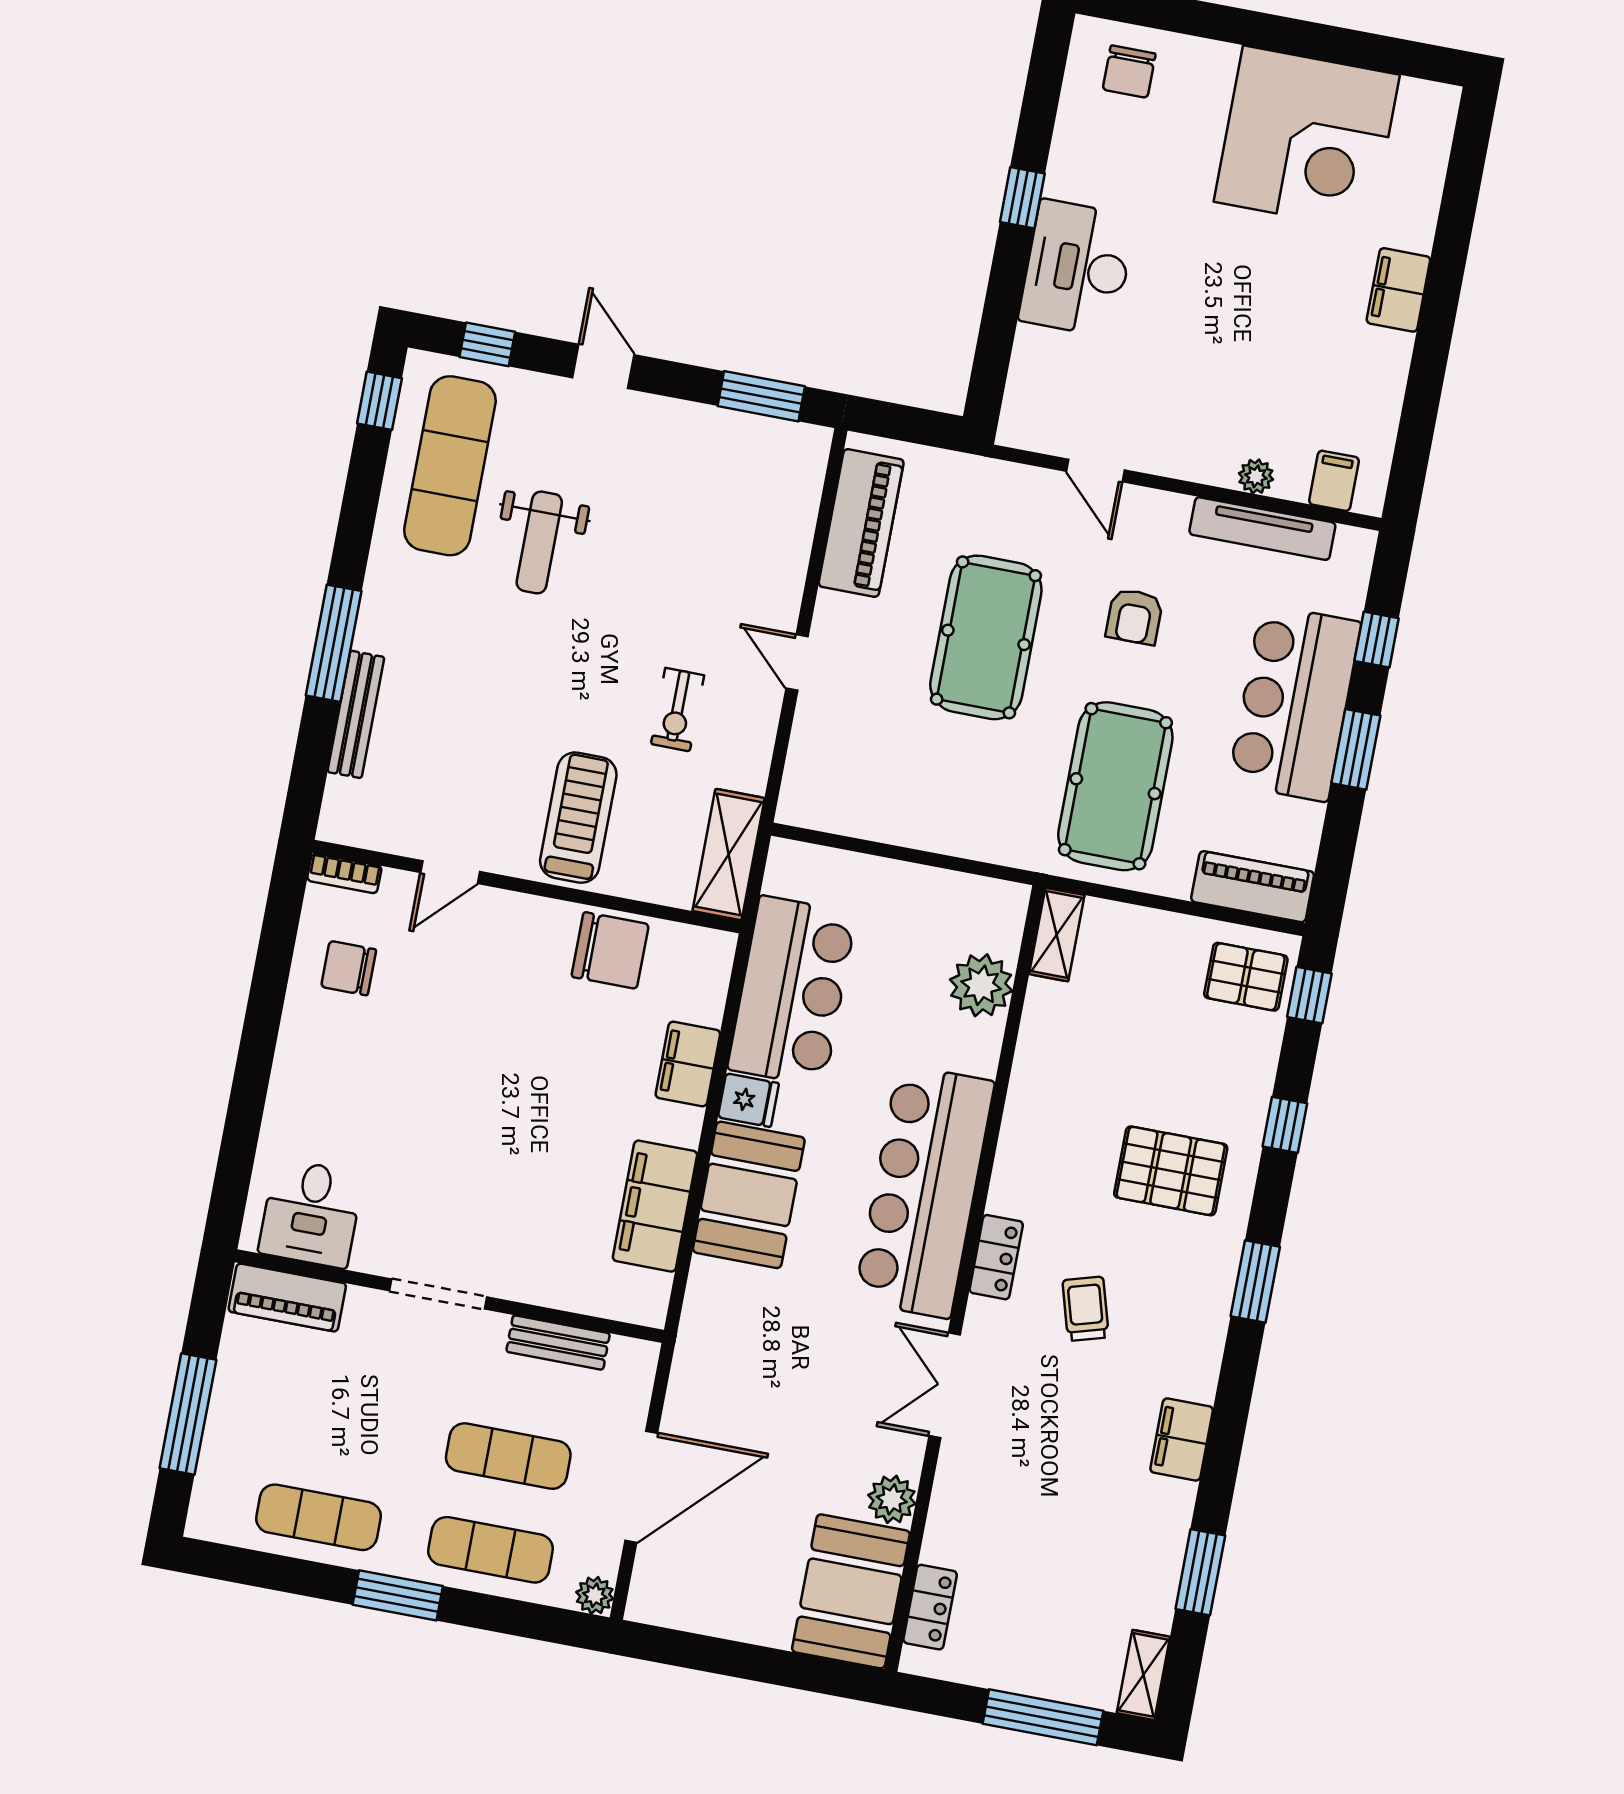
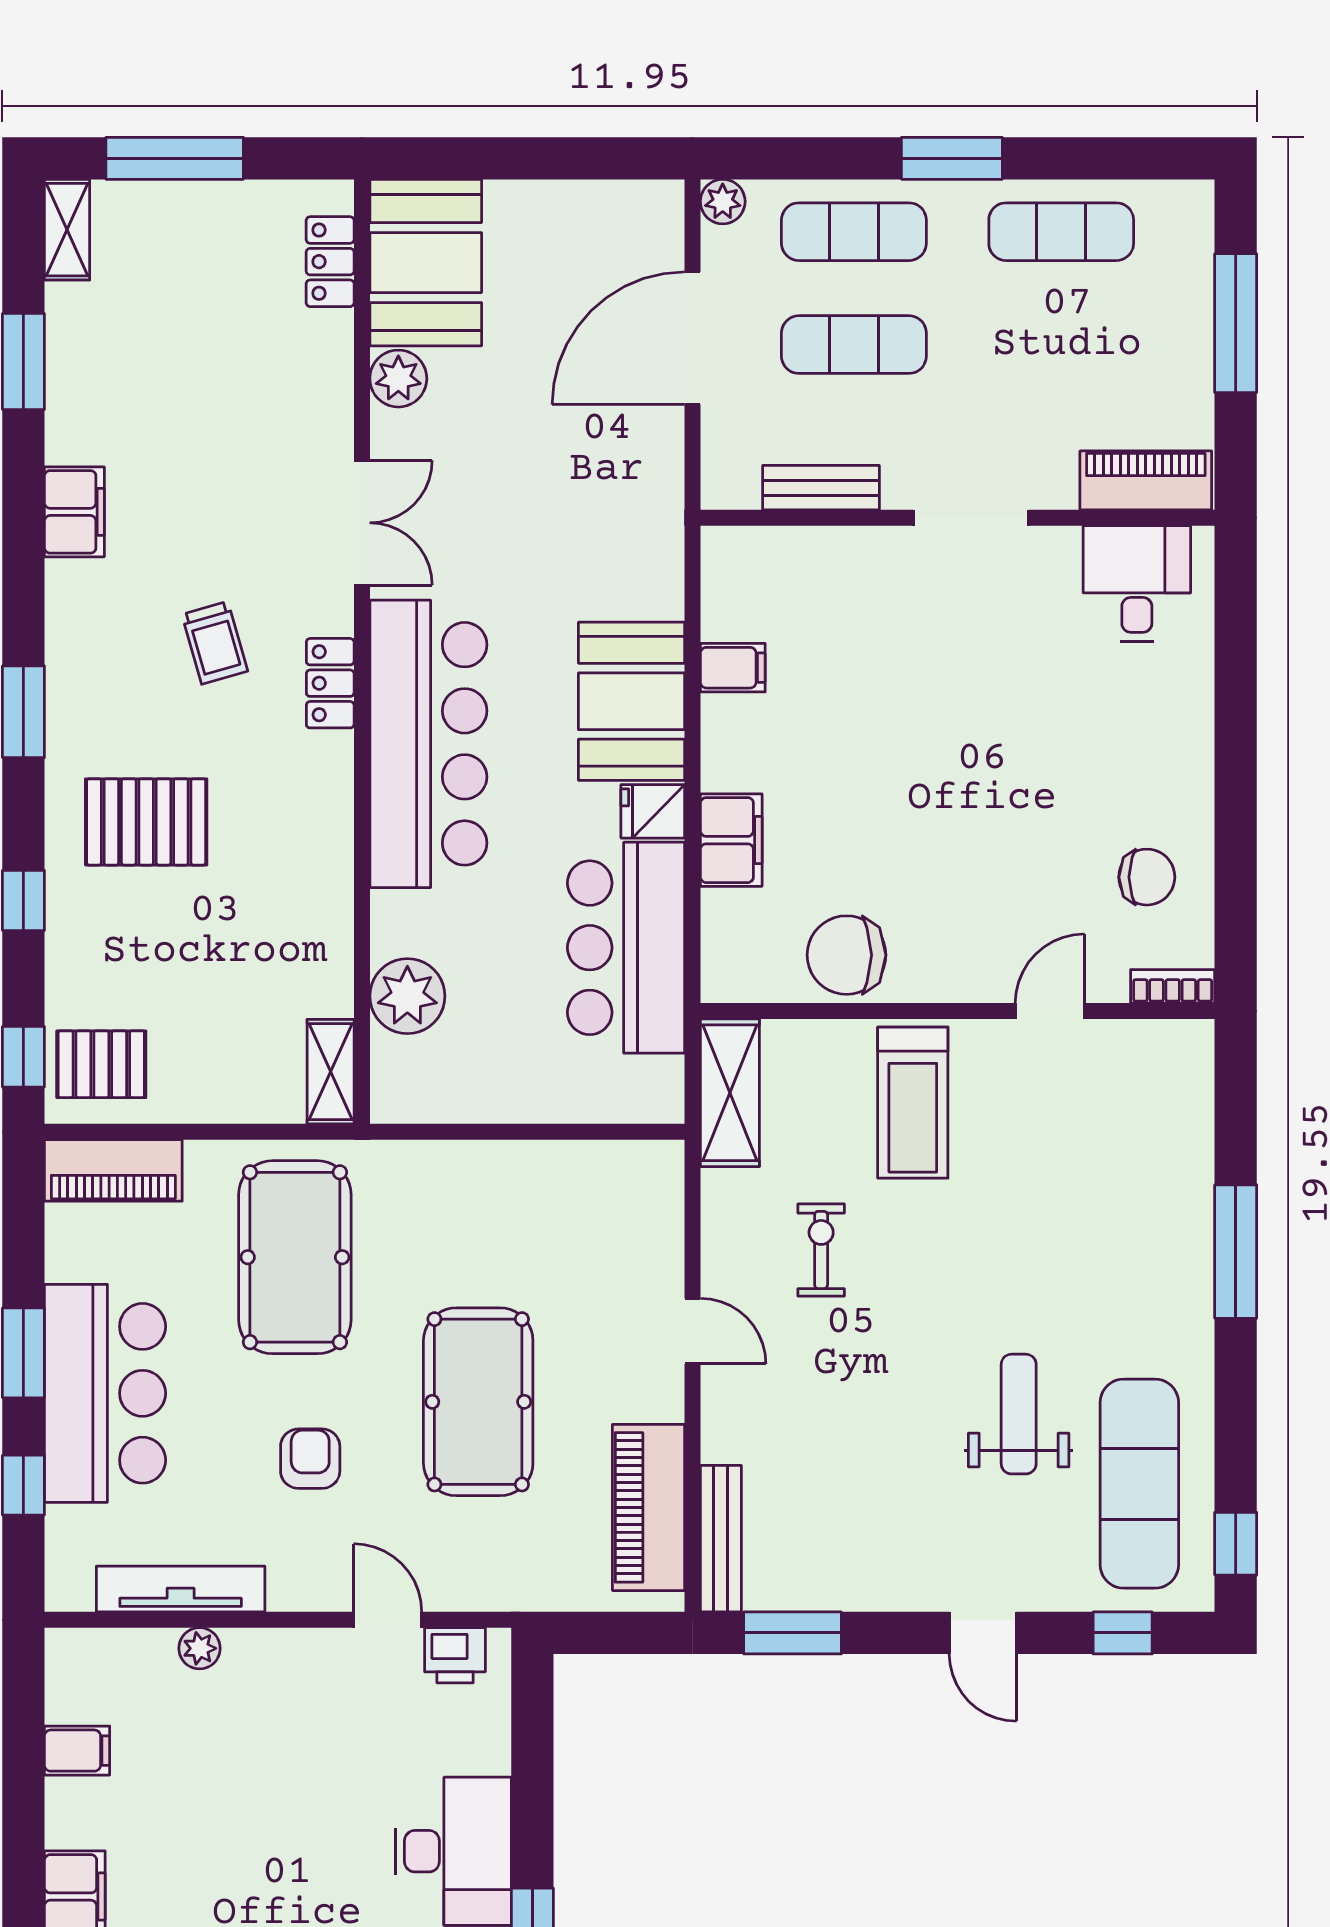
printer: (1045, 431) -> (455, 1655), added
filing cabinet: (1334, 481) -> (77, 1751), moved, turned -90
bench: (356, 714) -> (721, 1539), moved
filing cabinet: (655, 1206) -> (733, 668), width x0.33, depth x0.86

